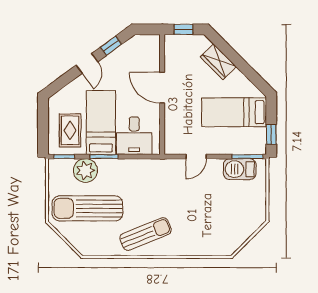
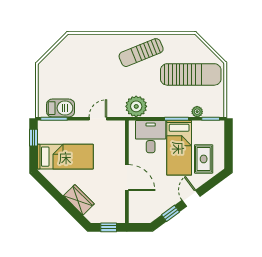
rug: (70, 130) -> (204, 159), moved
plant: (85, 170) -> (197, 112), width x0.53, depth x0.53
plant: (151, 171) -> (136, 106), added

